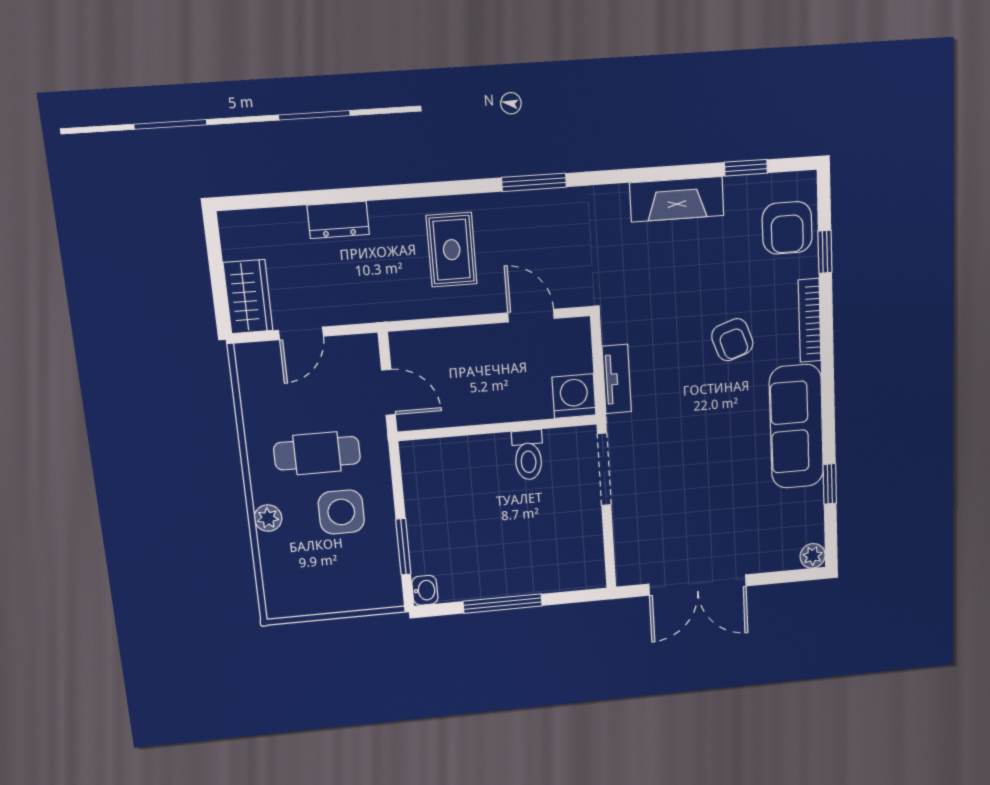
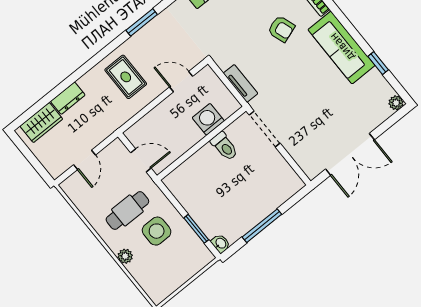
wardrobe: (248, 297) -> (41, 123), moved, turned 90
washing machine: (574, 396) -> (208, 119), moved

